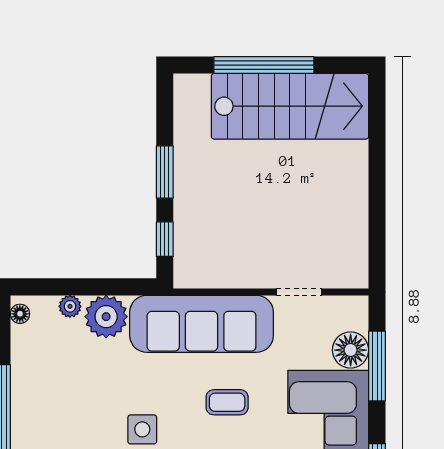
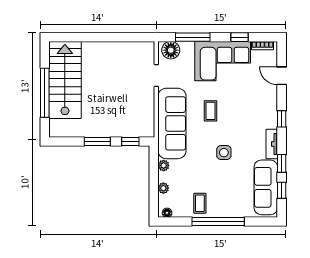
plant: (106, 317) -> (164, 165), width x0.53, depth x0.53
floor lamp: (351, 350) -> (171, 50), moved
coffee table: (39, 381) -> (200, 203), added

